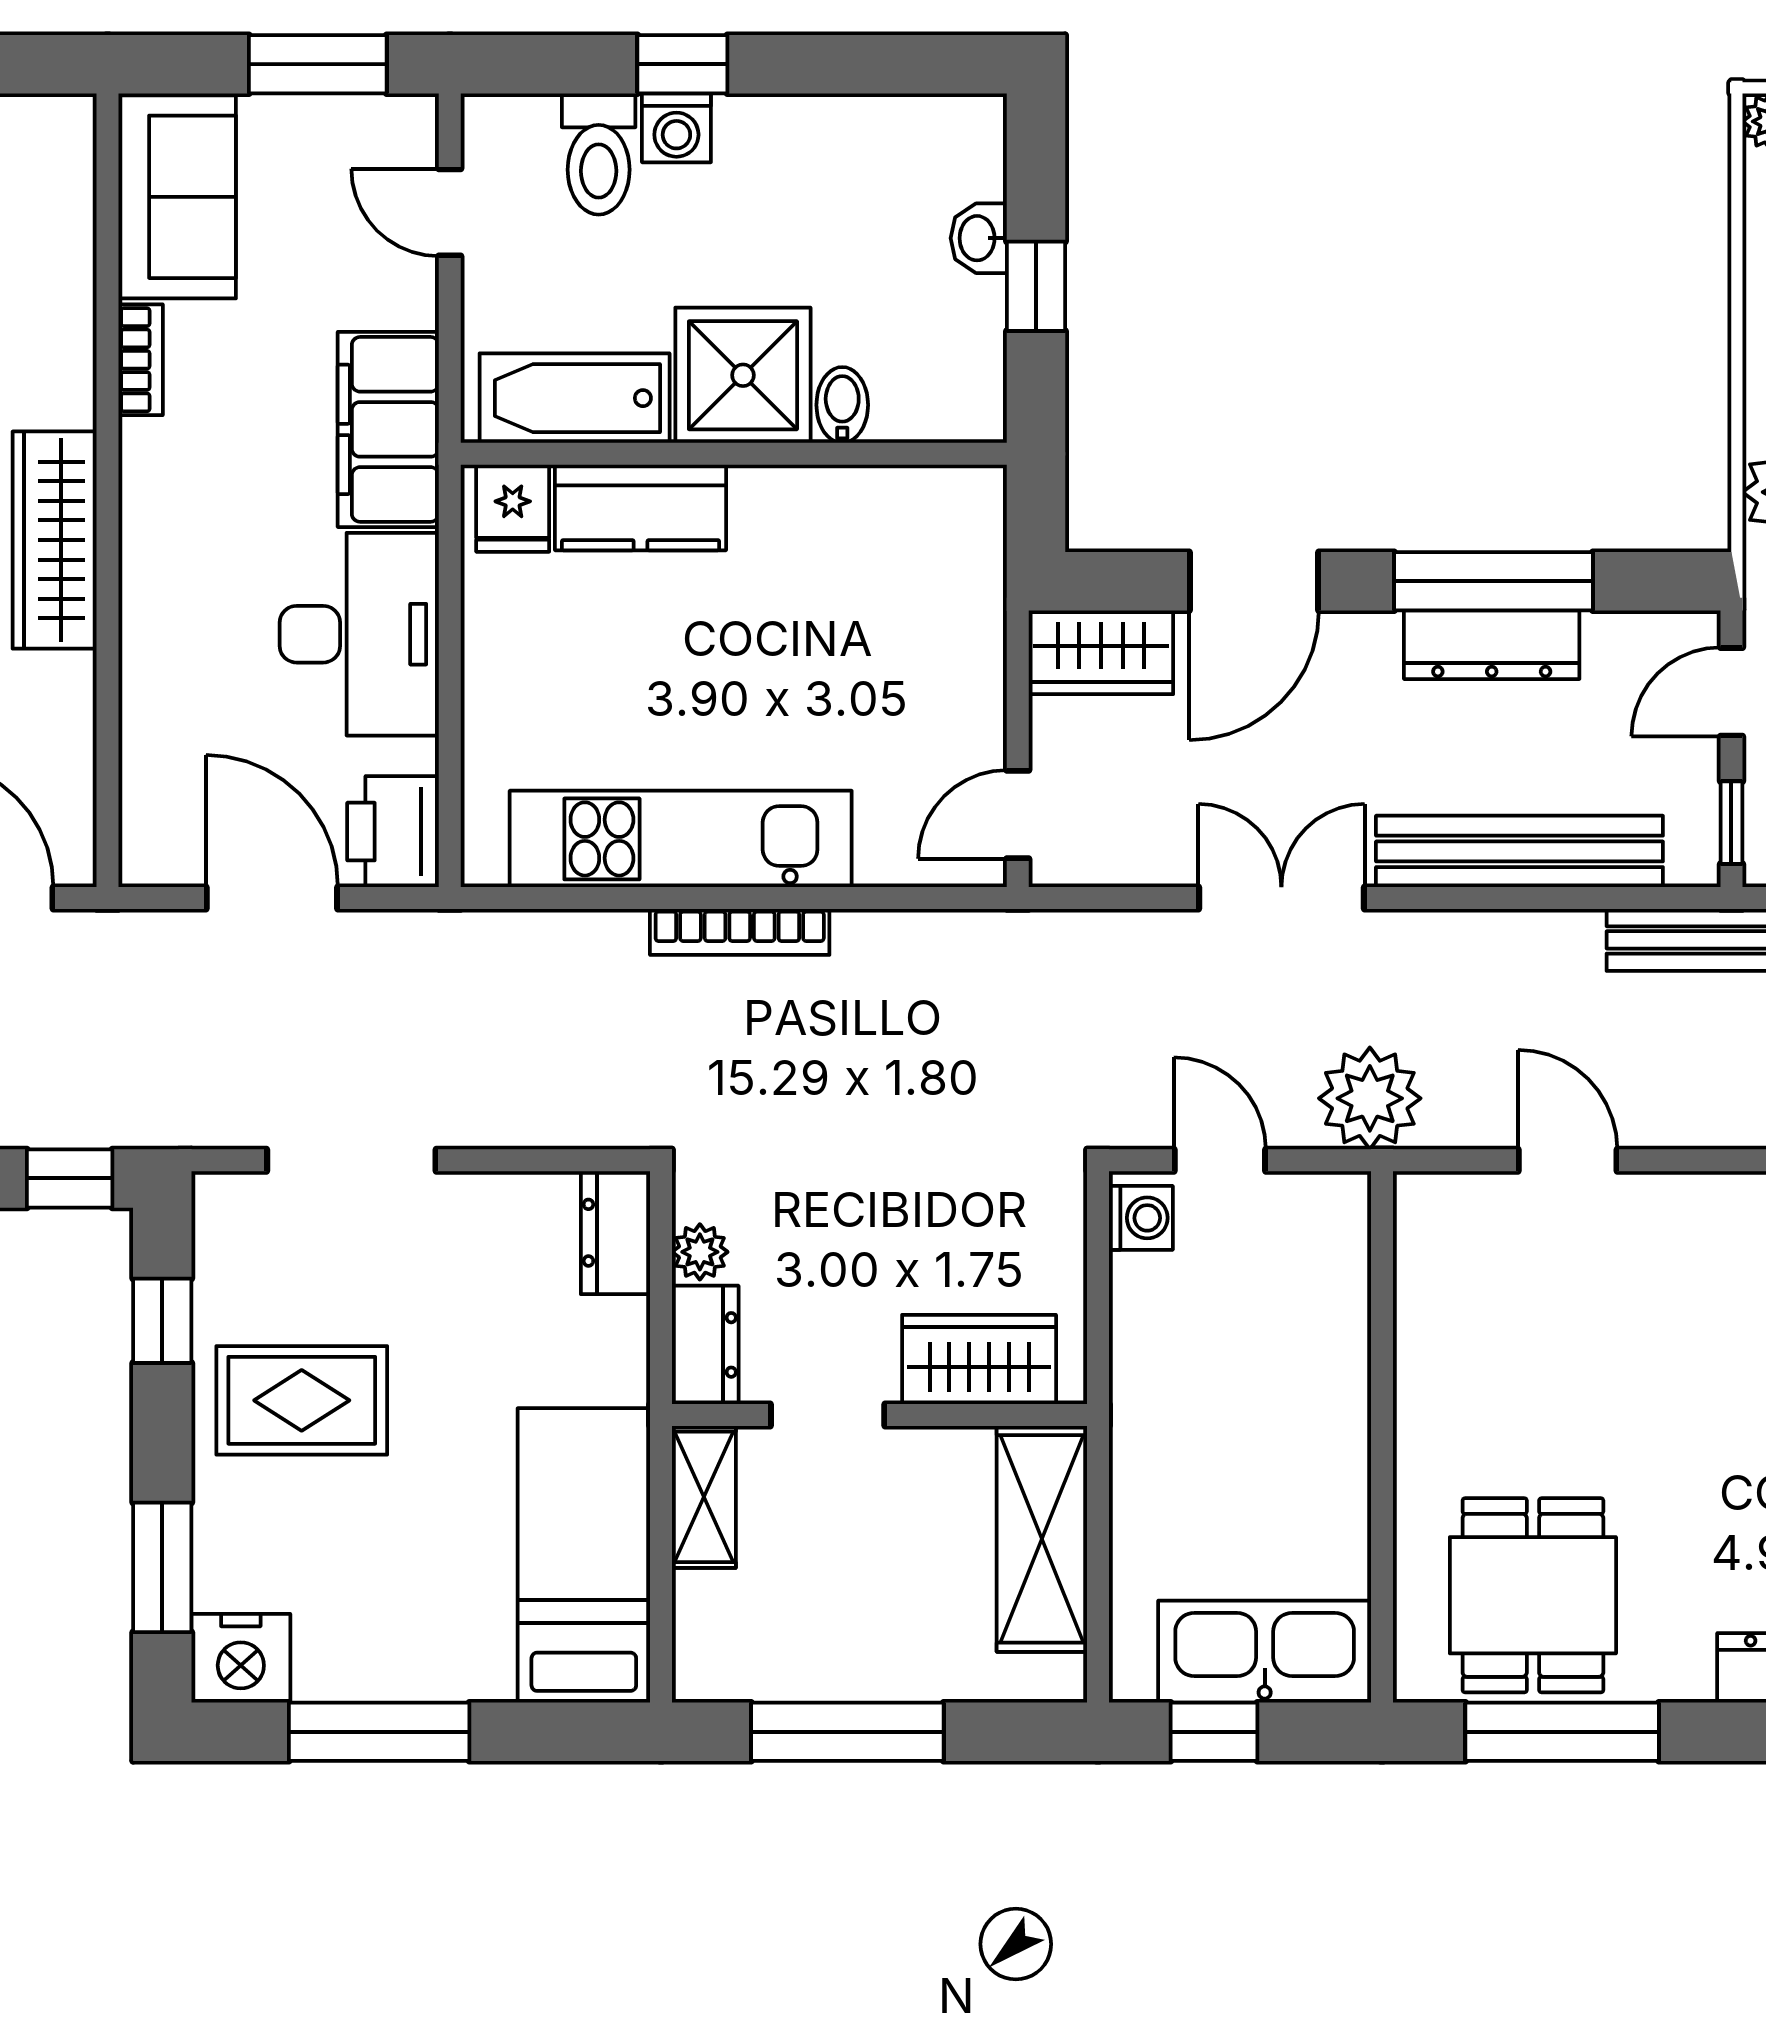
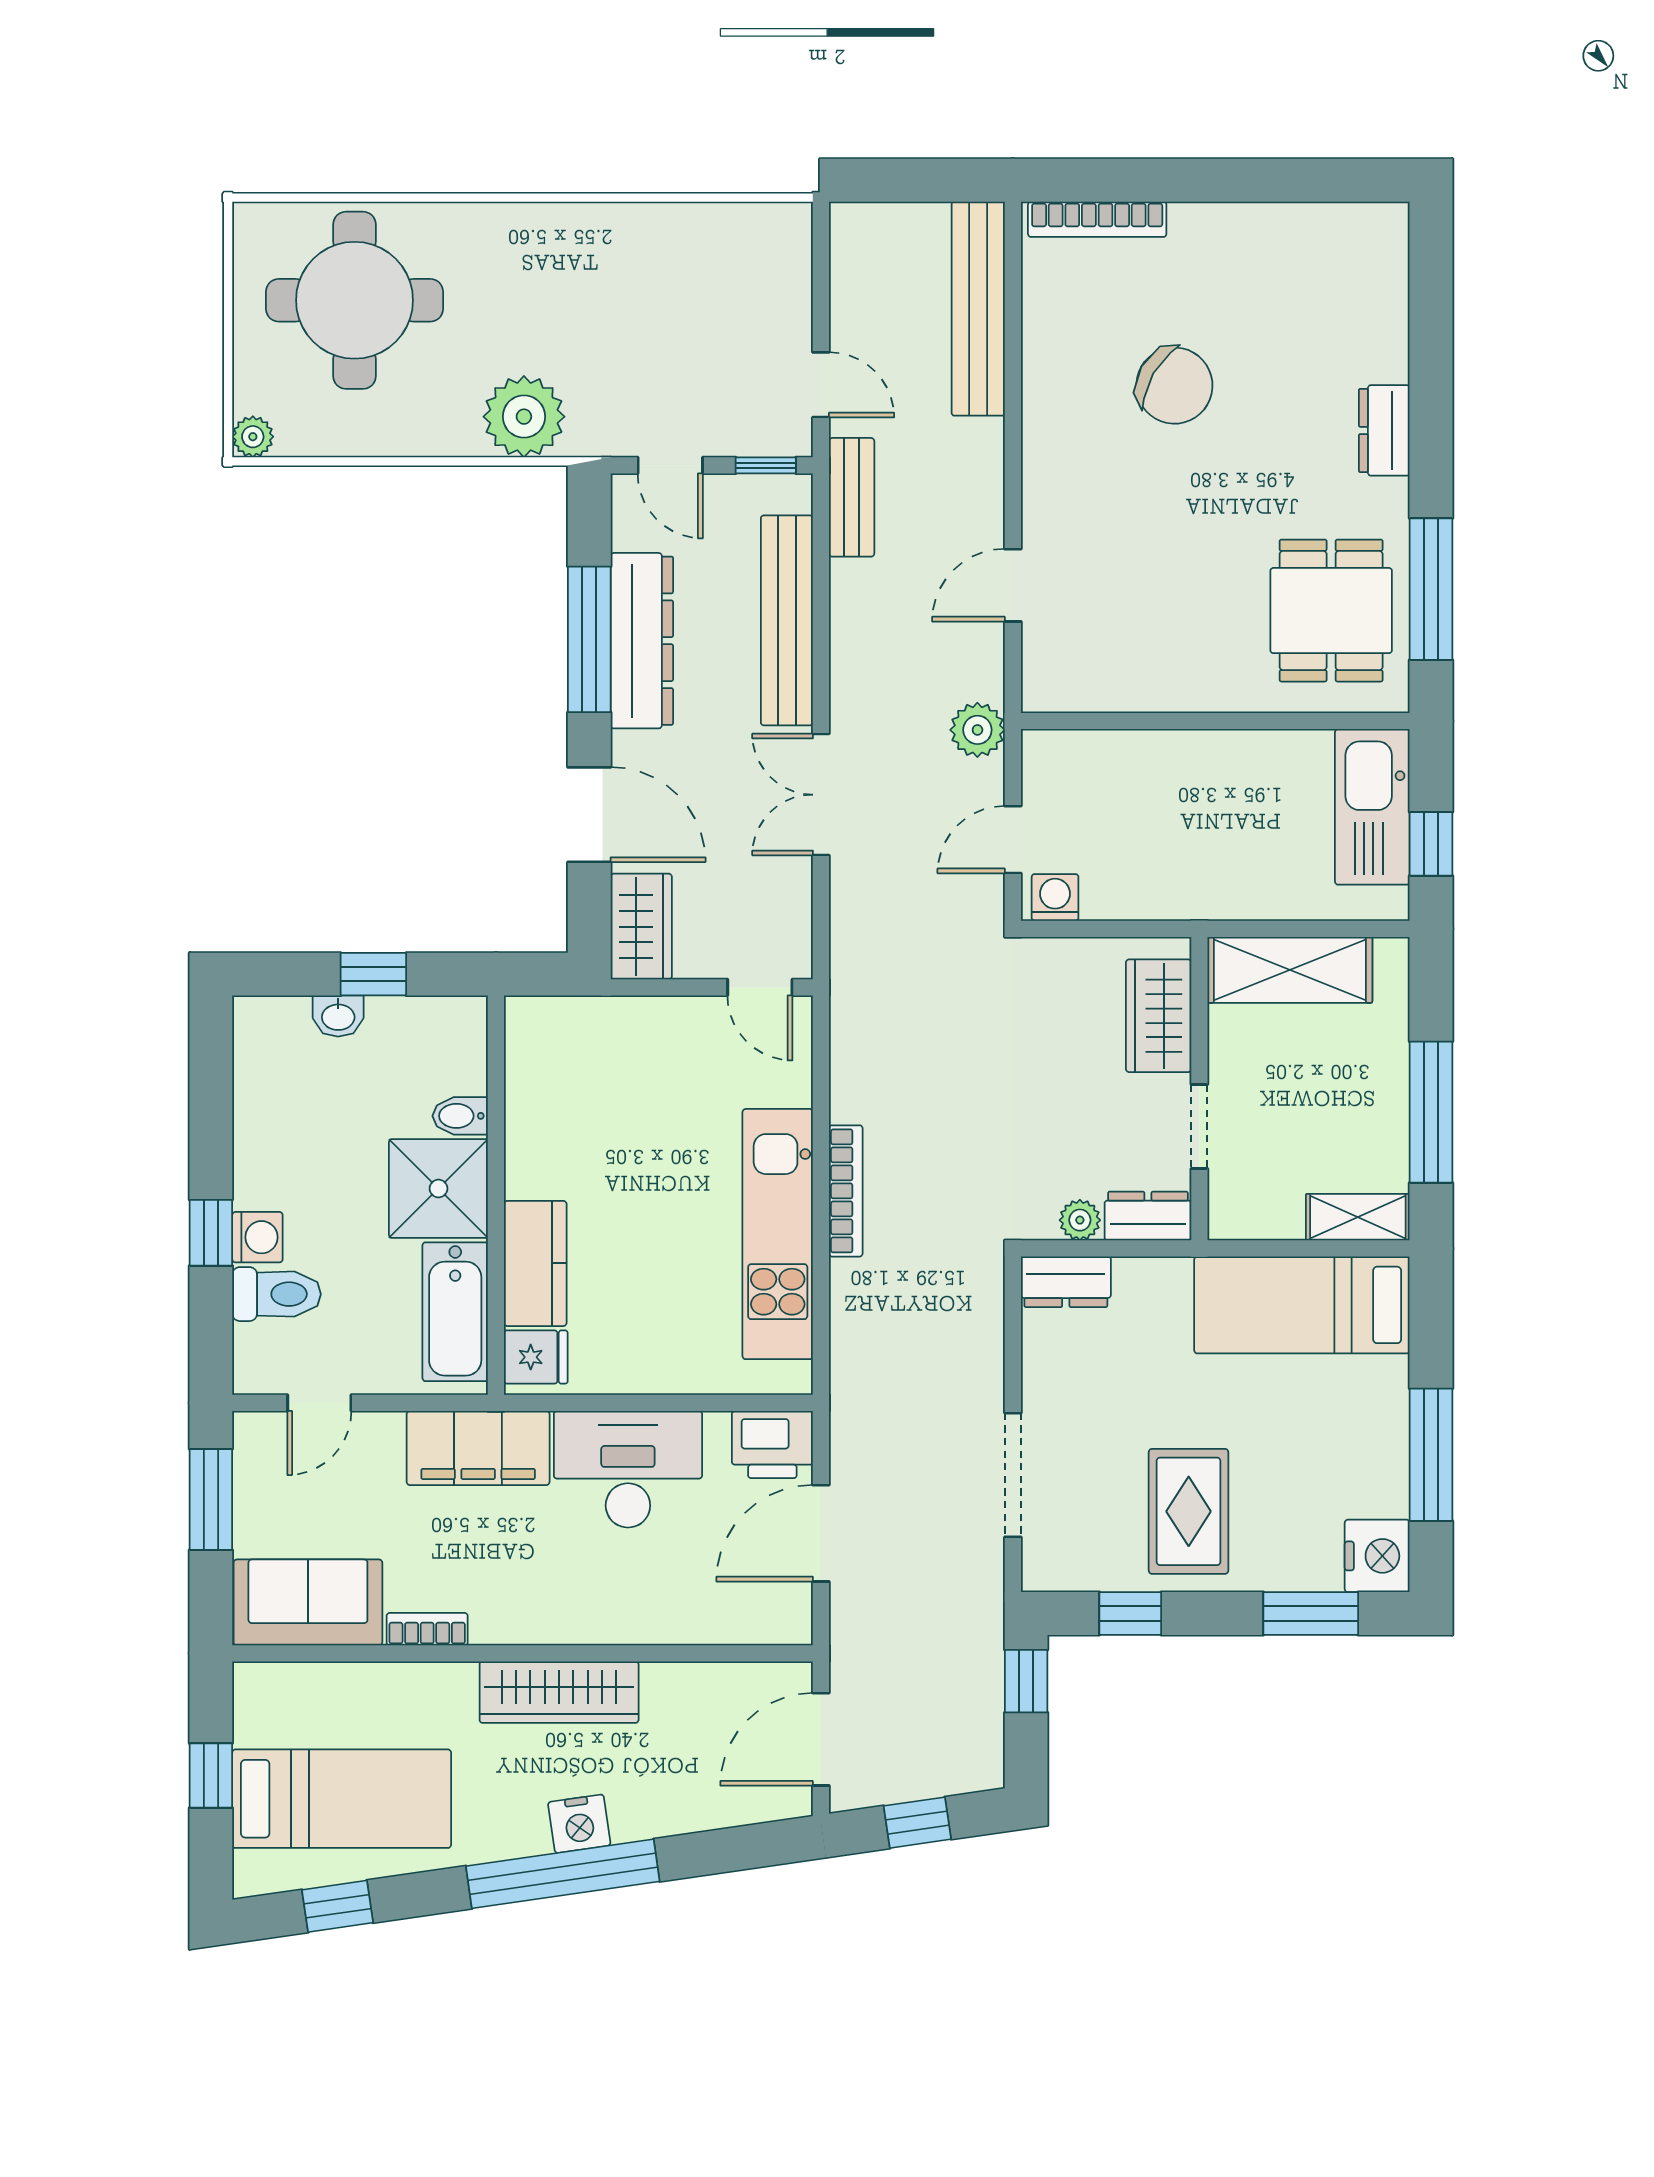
dresser: (1492, 645) -> (642, 641), width x1.37, depth x1.24
plant: (1370, 1098) -> (977, 730), width x0.73, depth x0.73
shelving: (704, 1497) -> (1358, 1217), moved
dining table: (1533, 1595) -> (1331, 611), turned 90

